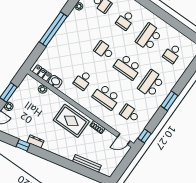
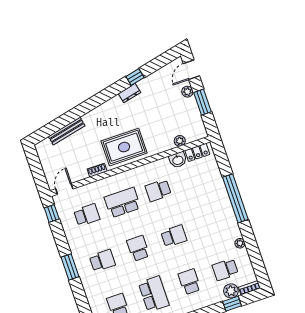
school desk: (128, 67) -> (138, 248), width x0.54
school desk: (83, 80) -> (158, 190), turned -90
school desk: (151, 84) -> (102, 261), width x0.54

